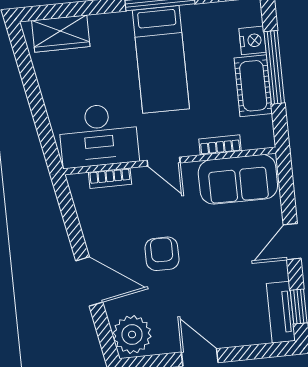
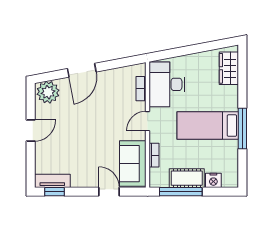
window: (274, 67) -> (181, 192), moved
door: (292, 242) -> (109, 192), moved
armchair: (162, 254) -> (94, 115), removed

